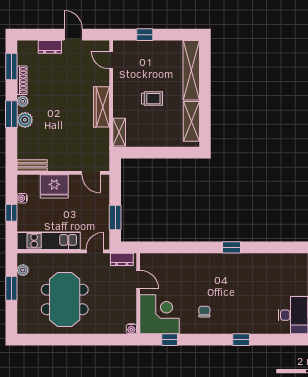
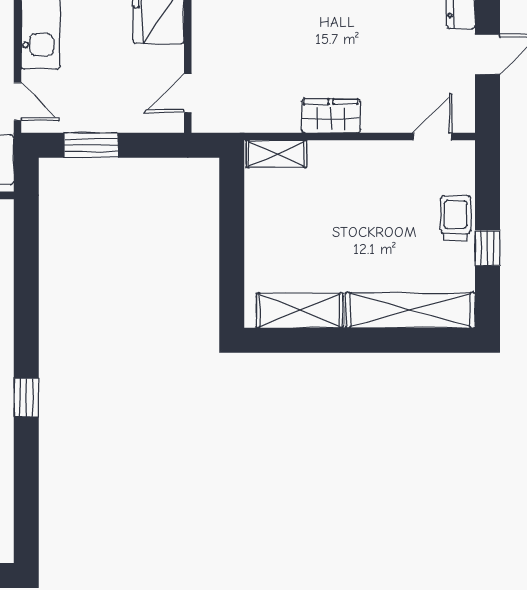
window: (145, 35) -> (487, 248), moved
trolley: (152, 99) -> (455, 218), moved, turned 180
wardrobe: (102, 107) -> (331, 116), width x0.67

